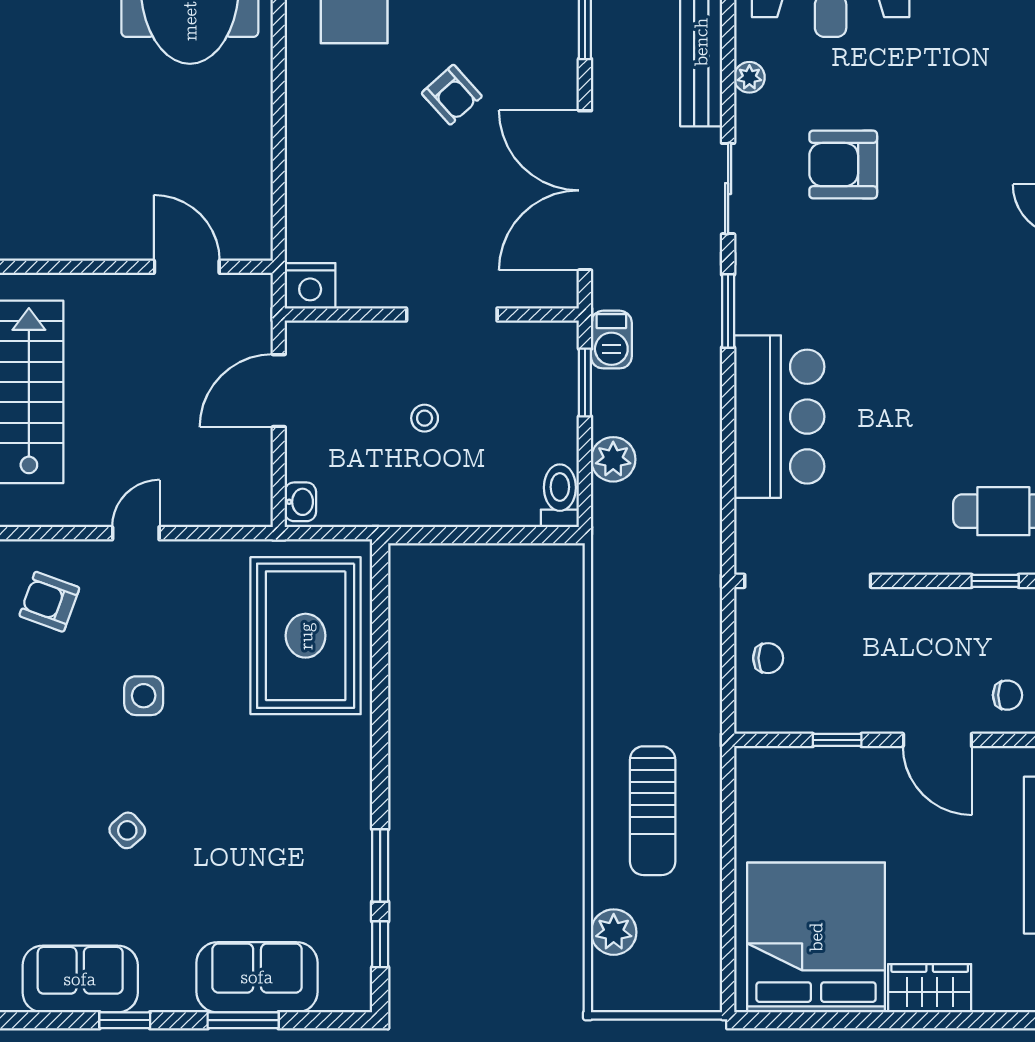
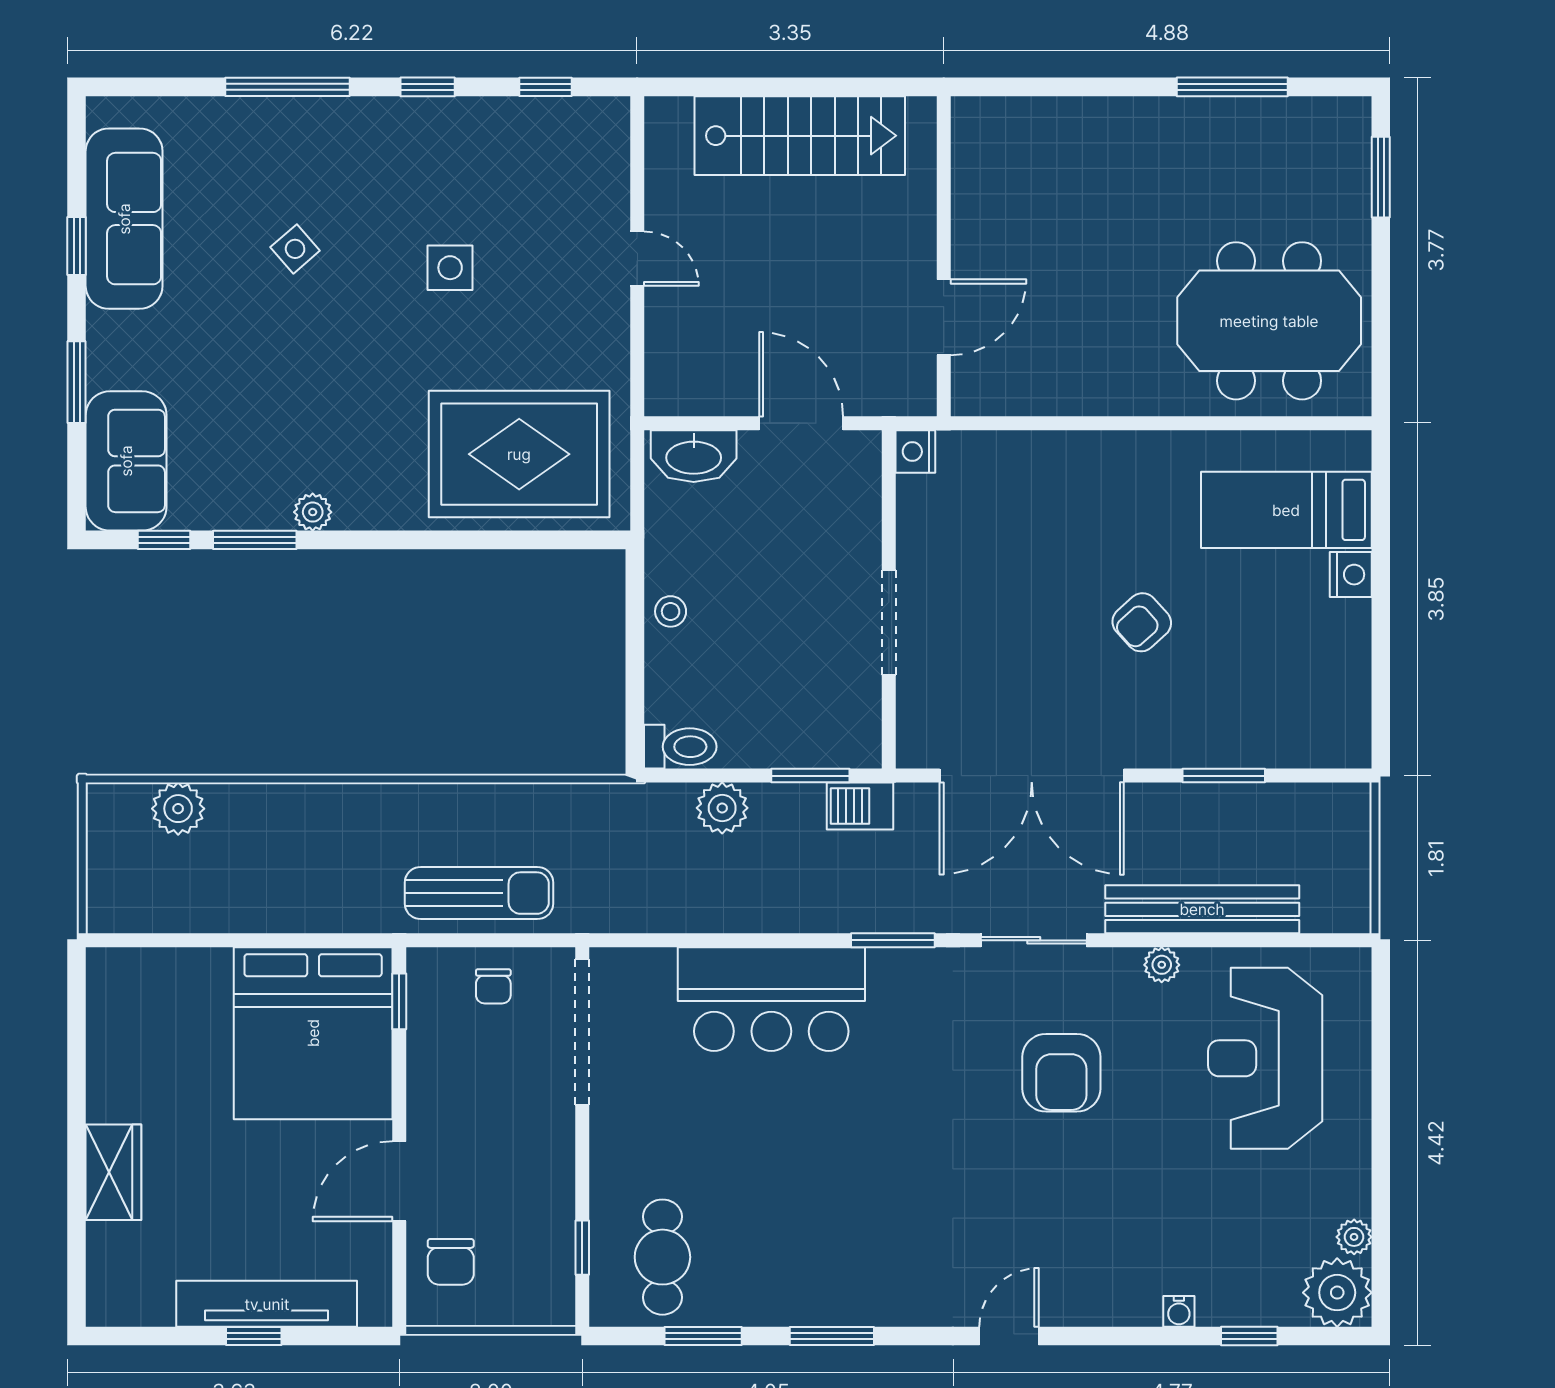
armchair: (843, 165) -> (1061, 1073), turned 180
double door: (585, 190) -> (1032, 776), swing flipped
nightstand: (310, 286) -> (915, 452), width x0.74, depth x0.75
stool: (425, 418) -> (671, 611), moved
washbasin: (300, 502) -> (694, 456), width x1.91, depth x1.45
armchair: (49, 602) -> (558, 159), removed
chair: (1007, 695) -> (451, 1262), width x1.37, depth x1.37
window: (837, 740) -> (399, 1001), moved
sun lounger: (653, 811) -> (479, 893), moved, turned 180
plant: (356, 815) -> (313, 512), added
bed: (816, 937) -> (313, 1033), moved, turned 90
sofa: (257, 977) -> (126, 461), moved
sofa: (80, 979) -> (124, 219), width x1.36

